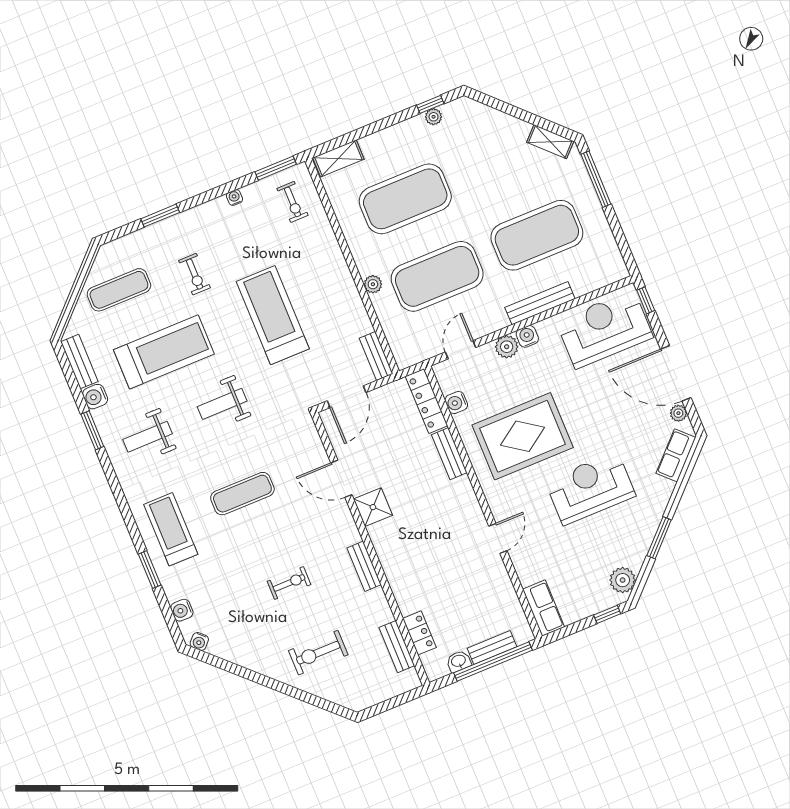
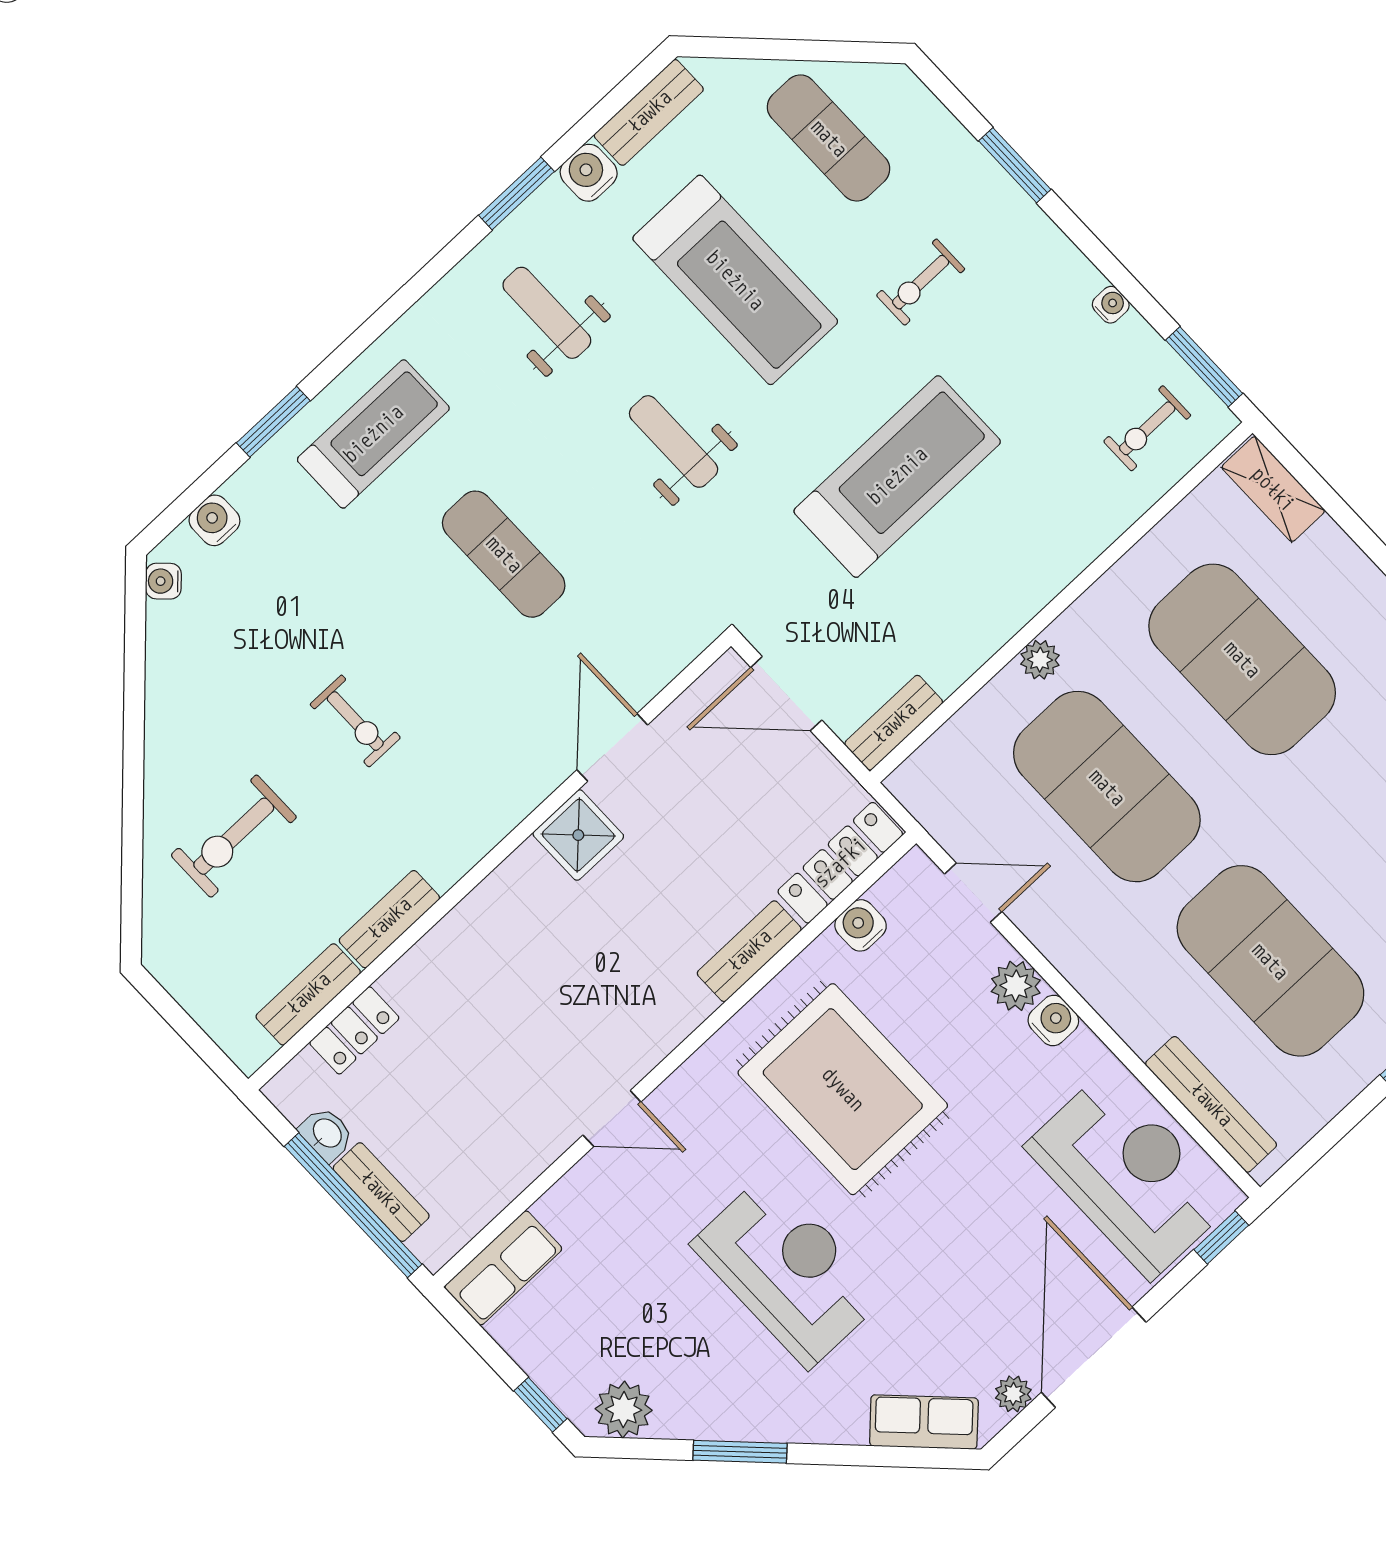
bench: (540, 303) -> (1211, 1104), moved
bench: (364, 566) -> (389, 919), moved
exercise bike: (318, 653) -> (234, 836), turned -90

